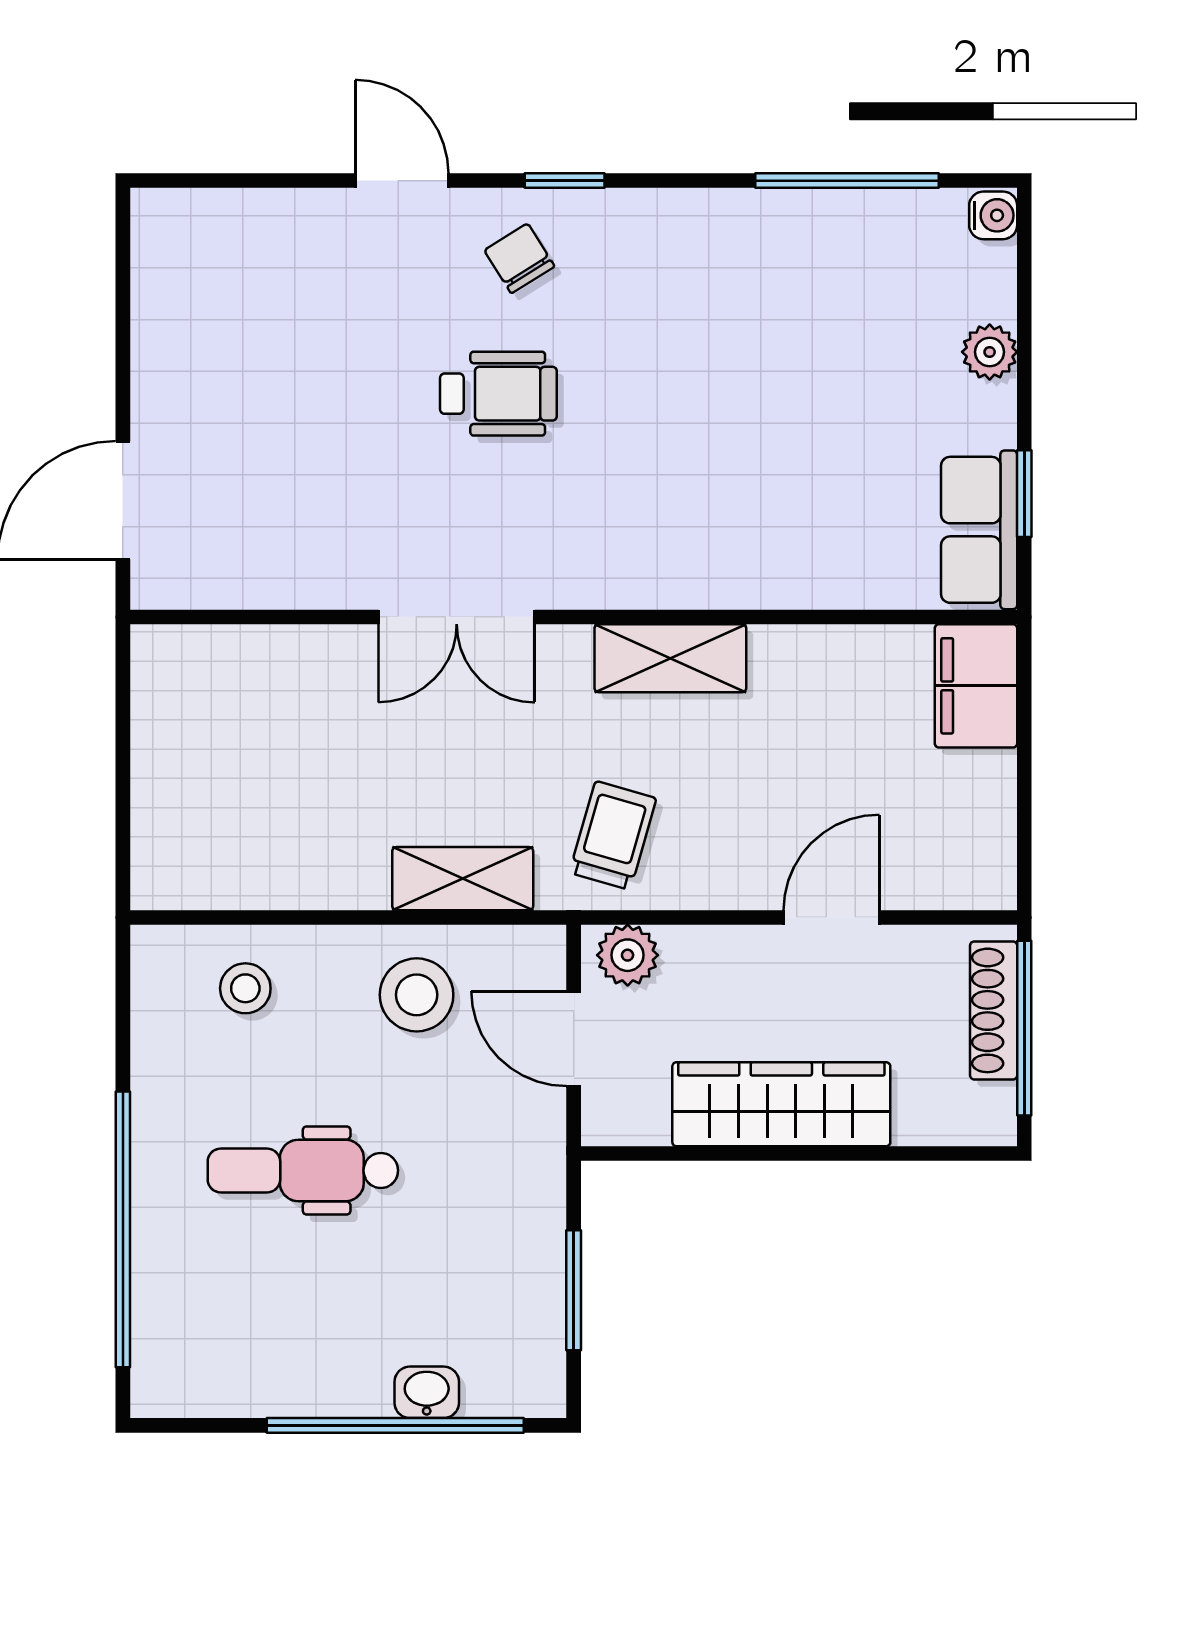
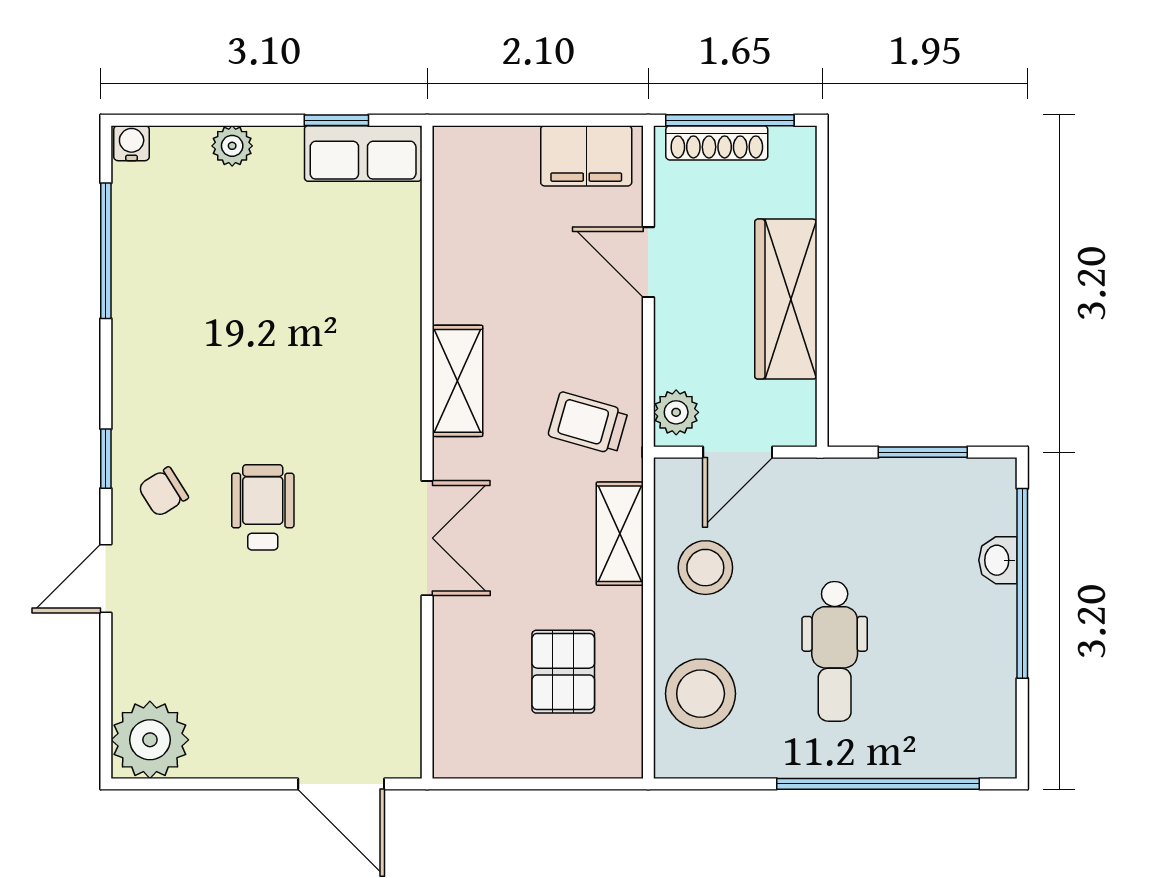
plant: (183, 240) -> (150, 740), added
filing cabinet: (976, 686) -> (586, 156), moved
pallet: (275, 802) -> (563, 672), added
stool: (245, 988) -> (701, 694), width x1.89, depth x1.89

